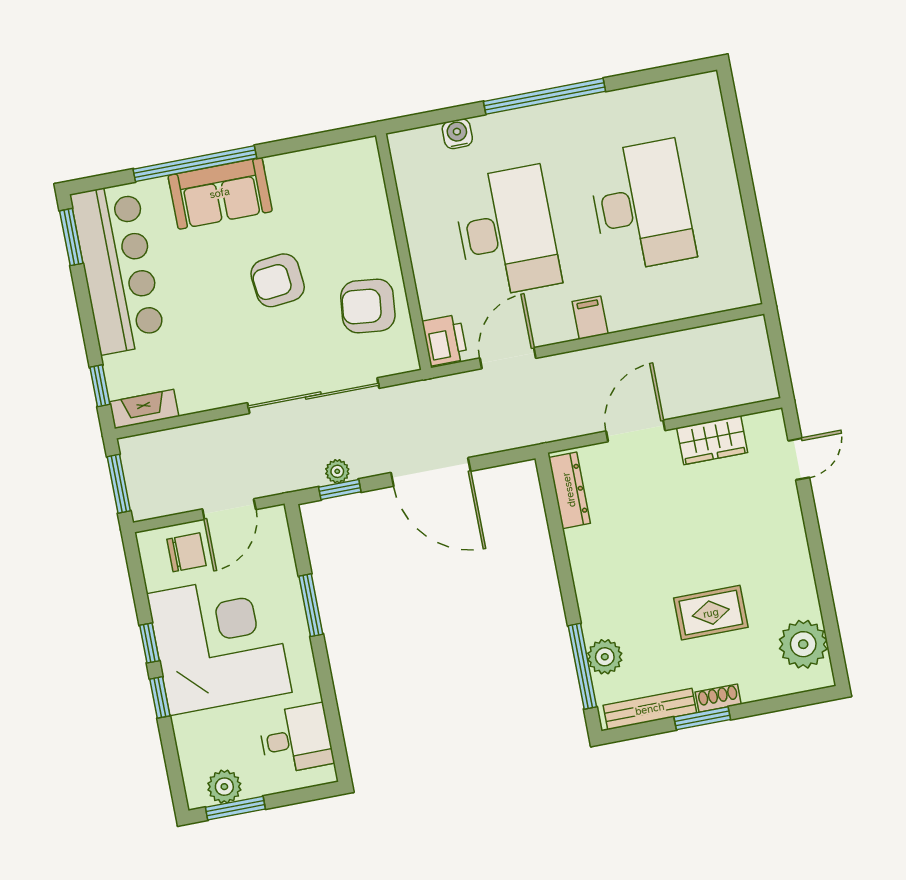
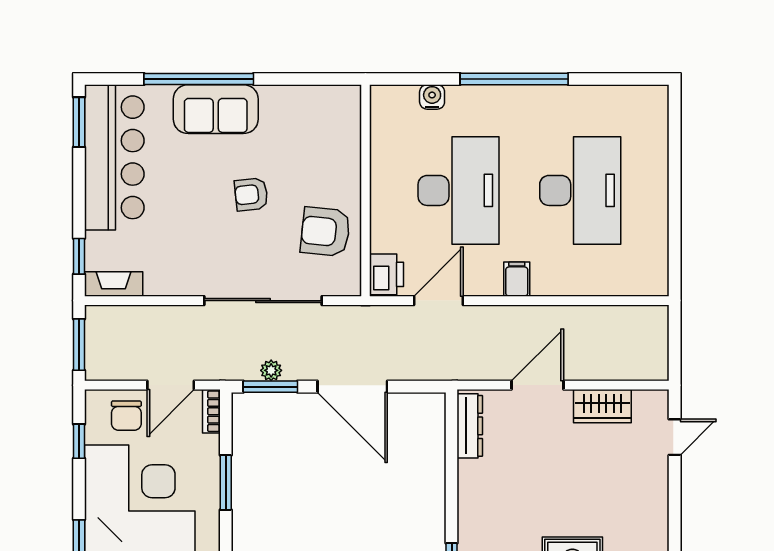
armchair: (278, 280) -> (251, 194), width x0.72, depth x0.72
window: (340, 489) -> (270, 387), width x1.50
bookcase: (280, 529) -> (211, 411), added
chair: (186, 552) -> (126, 416), turned 90
window: (149, 643) -> (79, 441), moved

